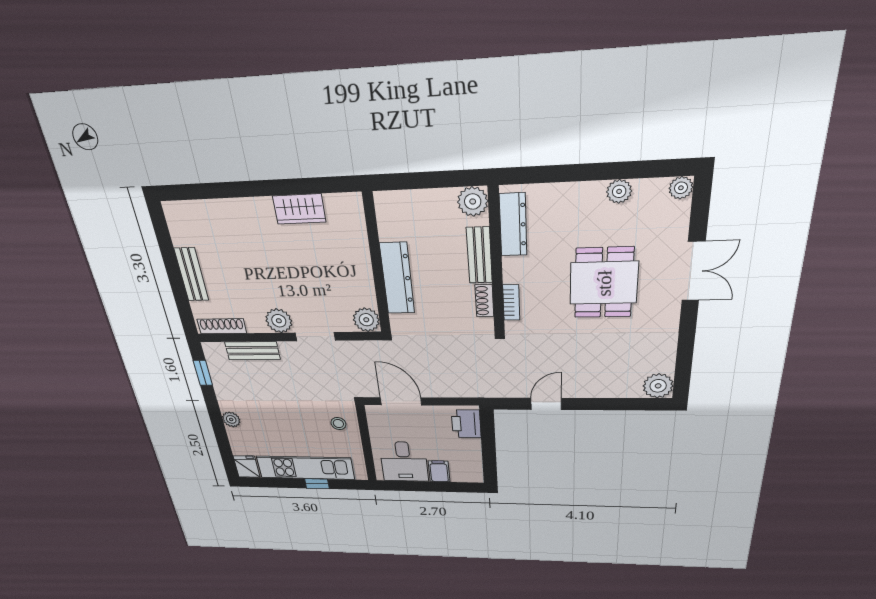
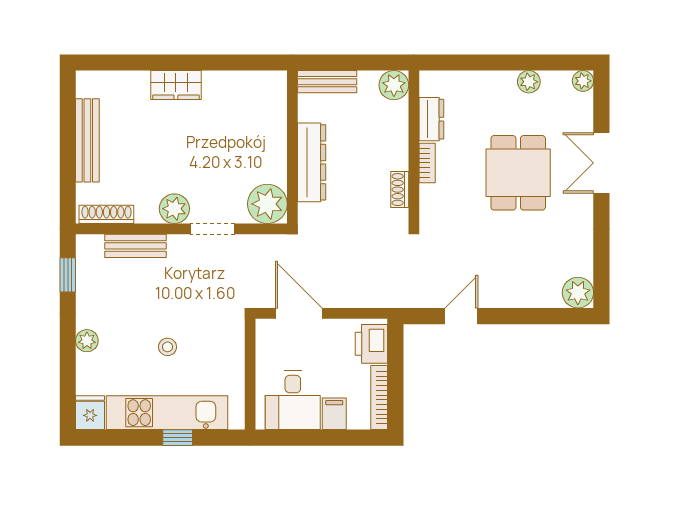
wardrobe: (299, 209) -> (176, 85), moved
dresser: (513, 225) -> (431, 119), width x0.70
bench: (479, 255) -> (327, 82), moved, turned 90
double door: (693, 271) -> (601, 163), swing flipped
bench: (191, 274) -> (87, 140), width x1.36
bookcase: (511, 302) -> (427, 163), moved
plant: (366, 320) -> (267, 204), width x1.36, depth x1.36
stool: (338, 424) -> (168, 347), moved
bookcase: (476, 461) -> (379, 398), added

